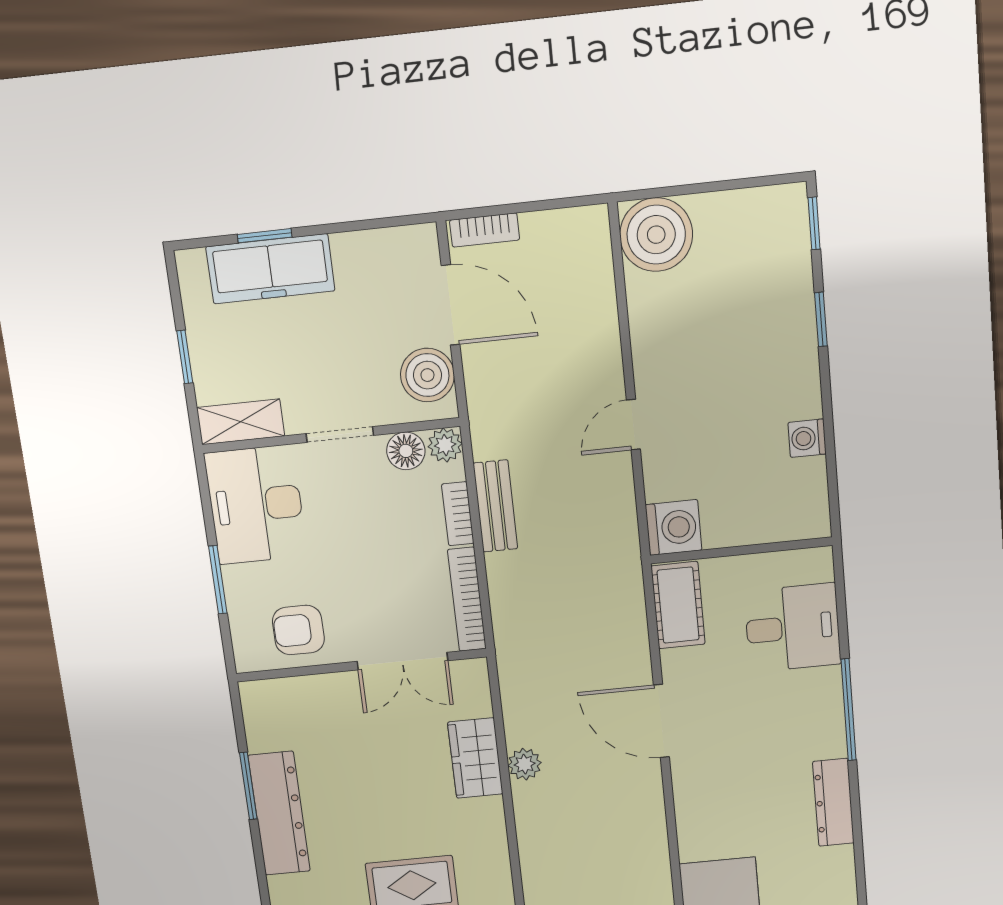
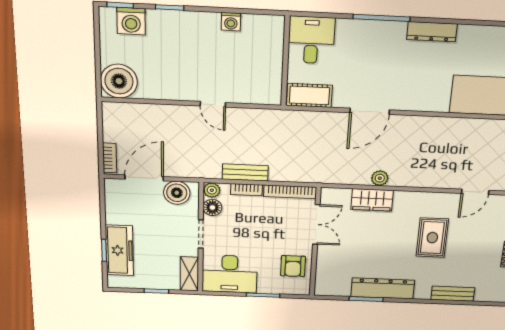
washing machine: (674, 527) -> (131, 21), moved, turned 180
desk: (793, 628) -> (311, 40), moved

